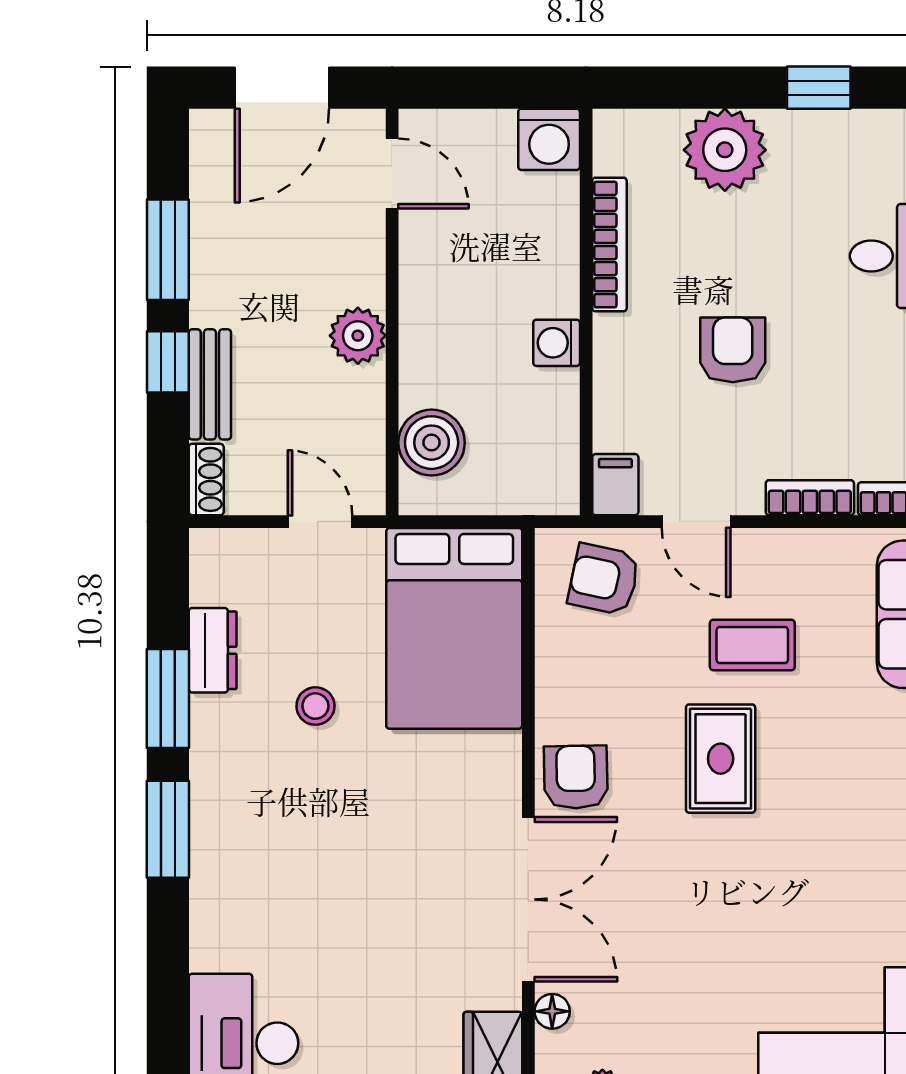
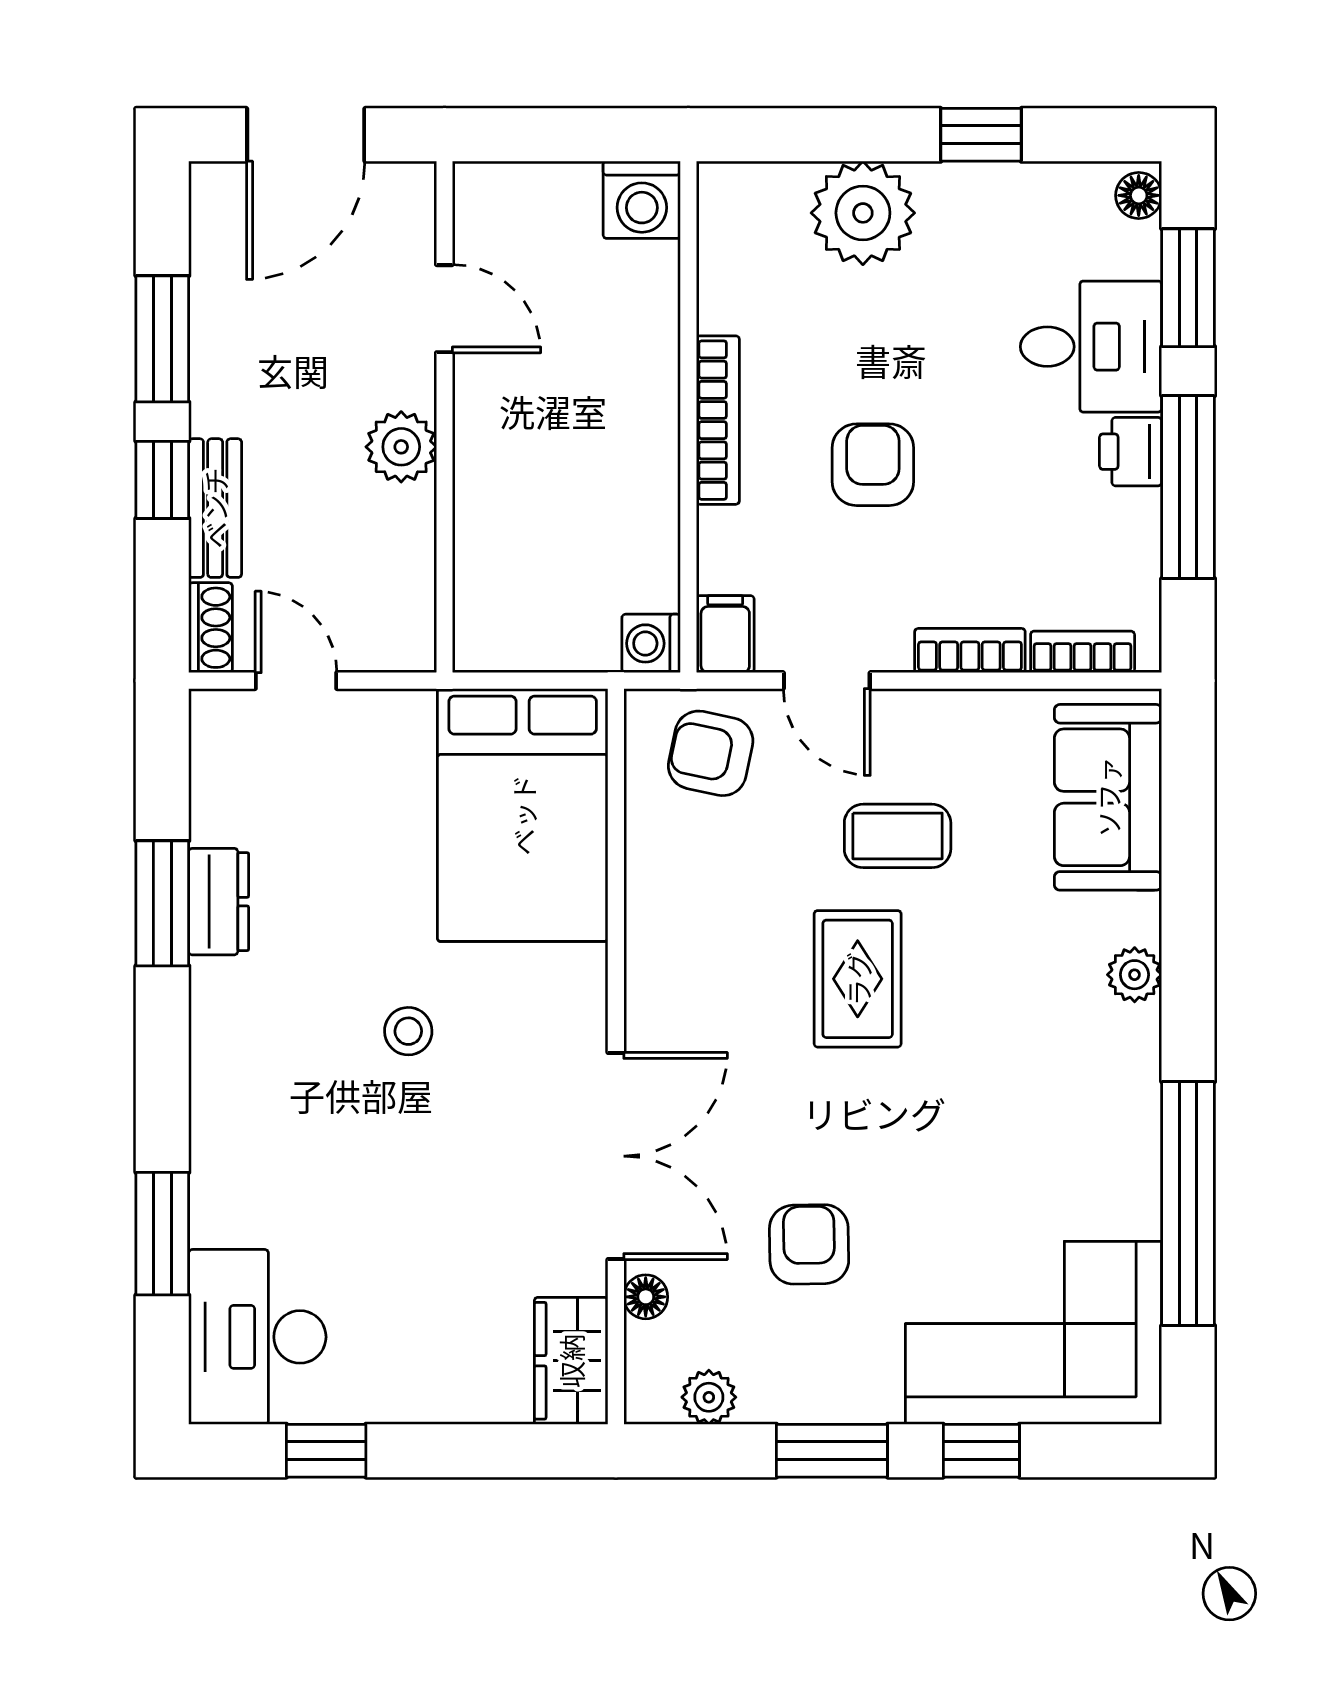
door: (392, 174) -> (444, 309), moved
bookcase: (609, 244) -> (718, 420), moved
washing machine: (557, 343) -> (651, 643), moved
boiler: (432, 443) -> (494, 581), removed
door: (320, 522) -> (296, 681), moved
dresser: (213, 650) -> (219, 902), moved
stool: (315, 706) -> (408, 1031), moved
armchair: (576, 777) -> (809, 1244), moved
window: (168, 829) -> (162, 1234), moved

